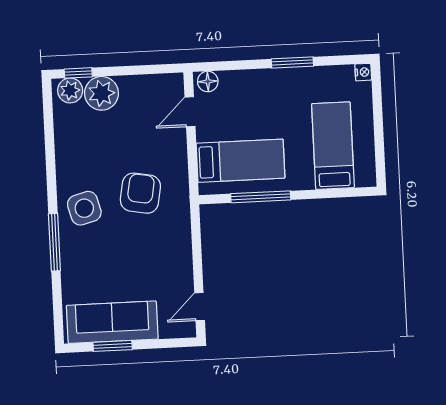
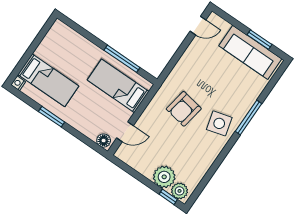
bed: (333, 146) -> (48, 80), moved, turned -90

